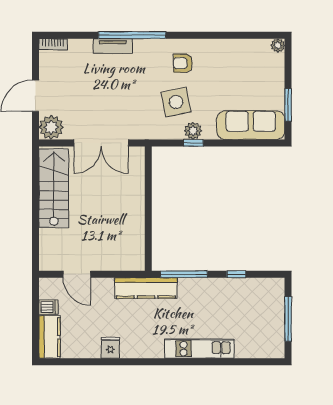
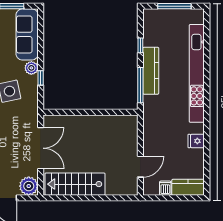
plant: (193, 131) -> (31, 68), moved
kitchen counter: (146, 288) -> (151, 71), moved
kitchen unit: (200, 349) -> (197, 73), width x1.86

